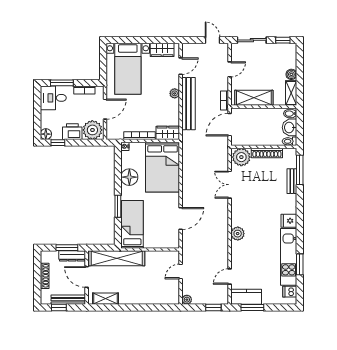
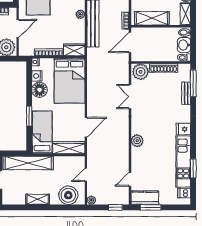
nightstand: (126, 162) -> (37, 76), added
wardrobe: (162, 241) -> (69, 148), added
boiler: (161, 294) -> (68, 195), added
shelving: (106, 299) -> (38, 199), moved

